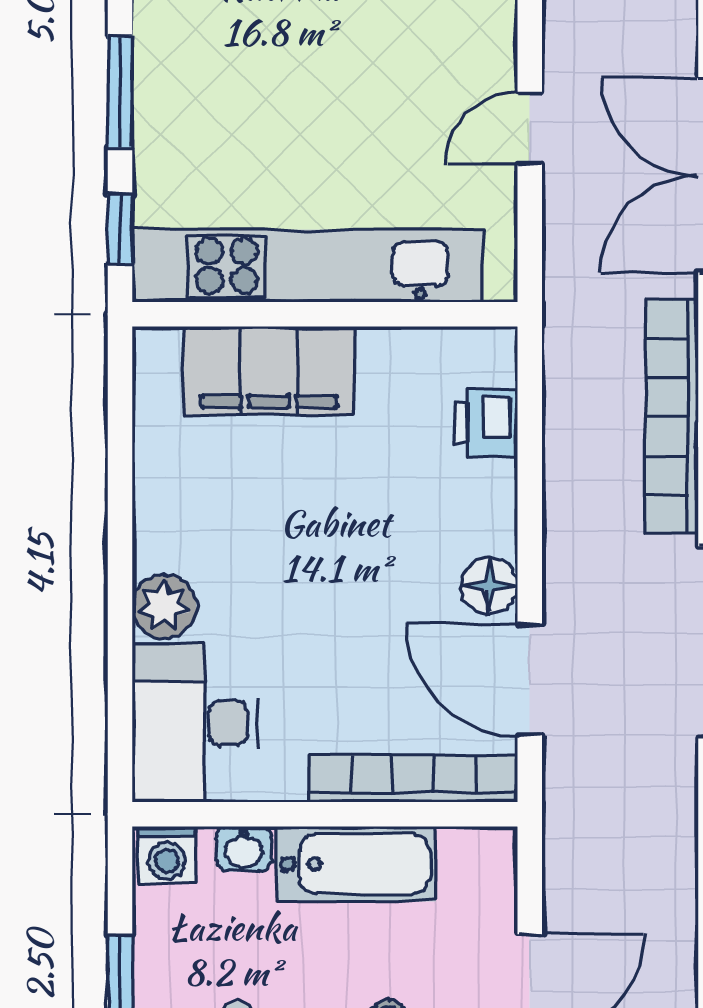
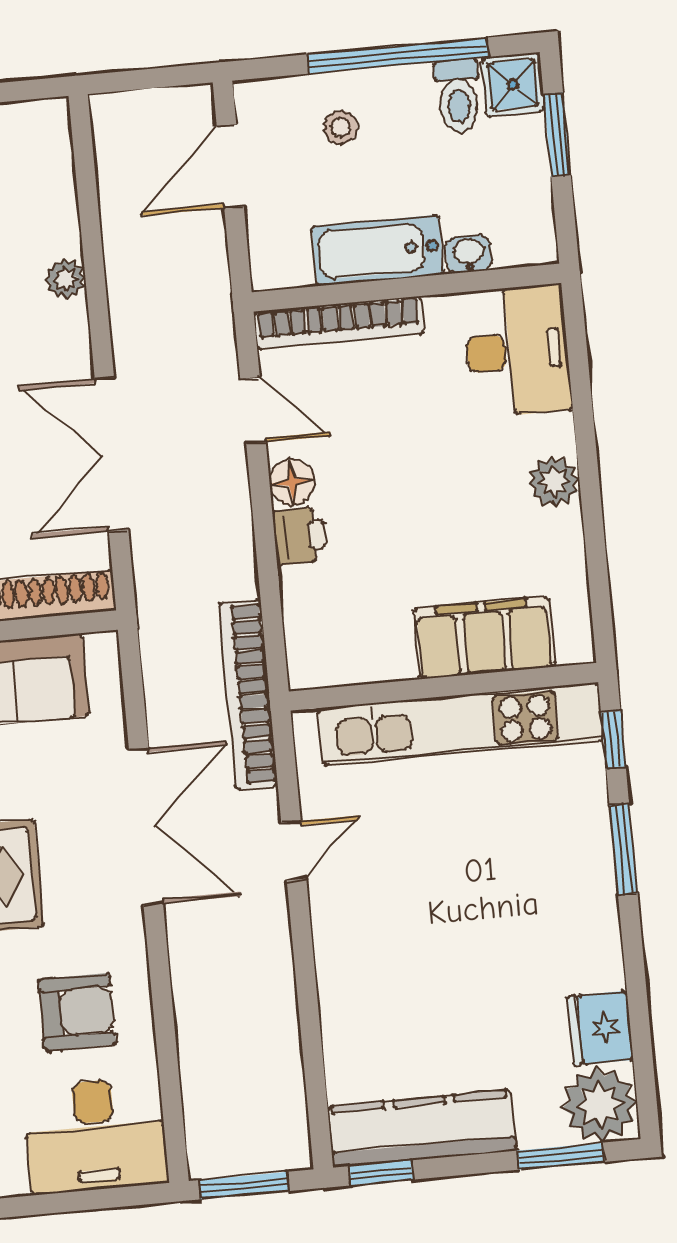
bookcase: (672, 417) -> (248, 695), moved, turned 180
printer: (486, 423) -> (299, 536), moved
plant: (164, 607) -> (554, 482), moved
door: (530, 679) -> (253, 410), width x0.73
washing machine: (167, 855) -> (530, 243), removed

